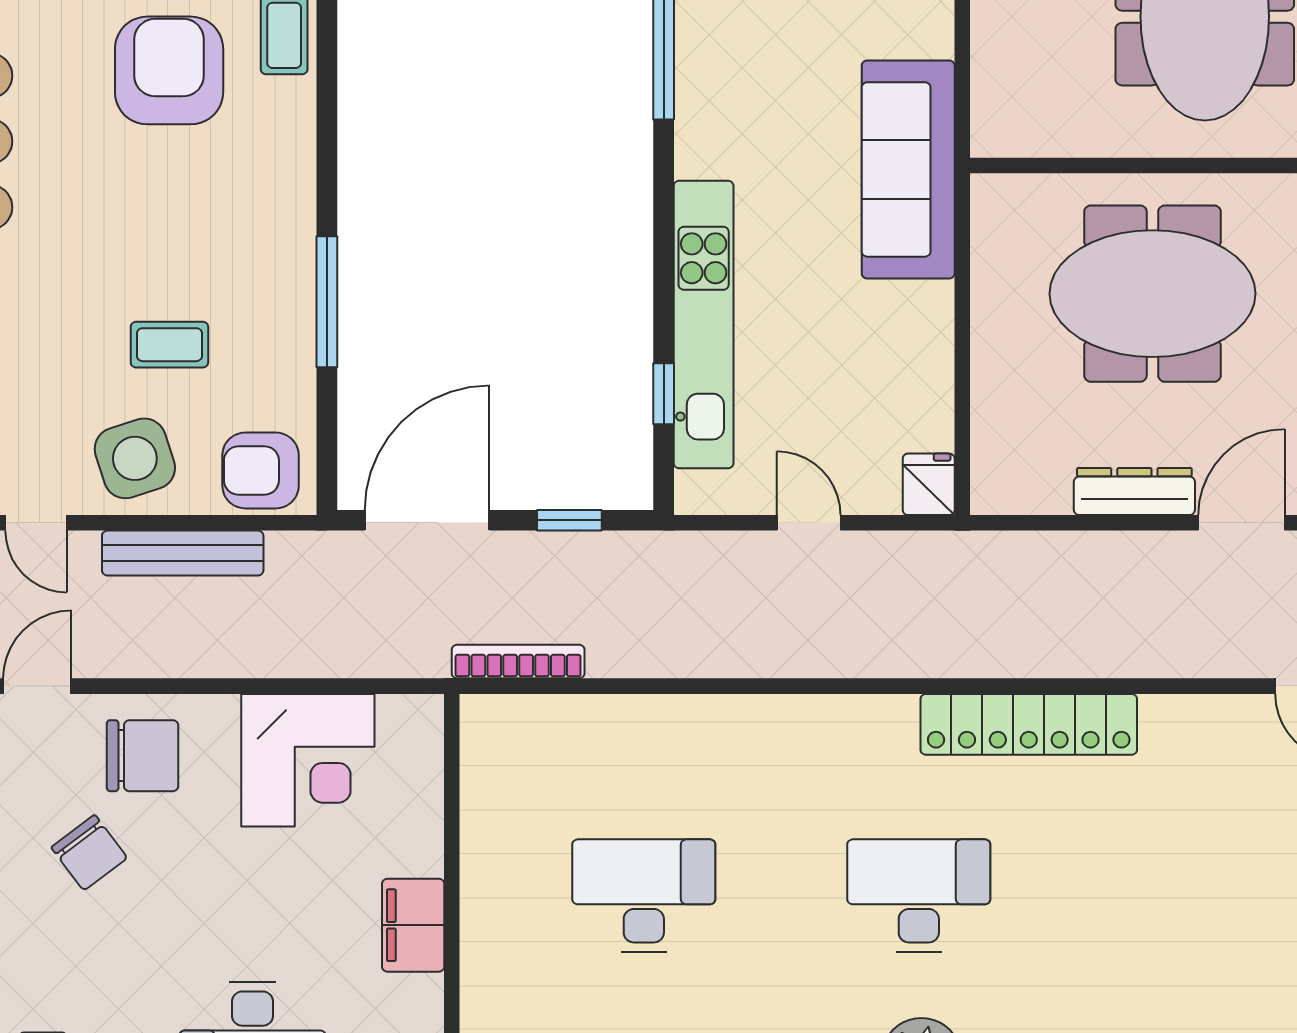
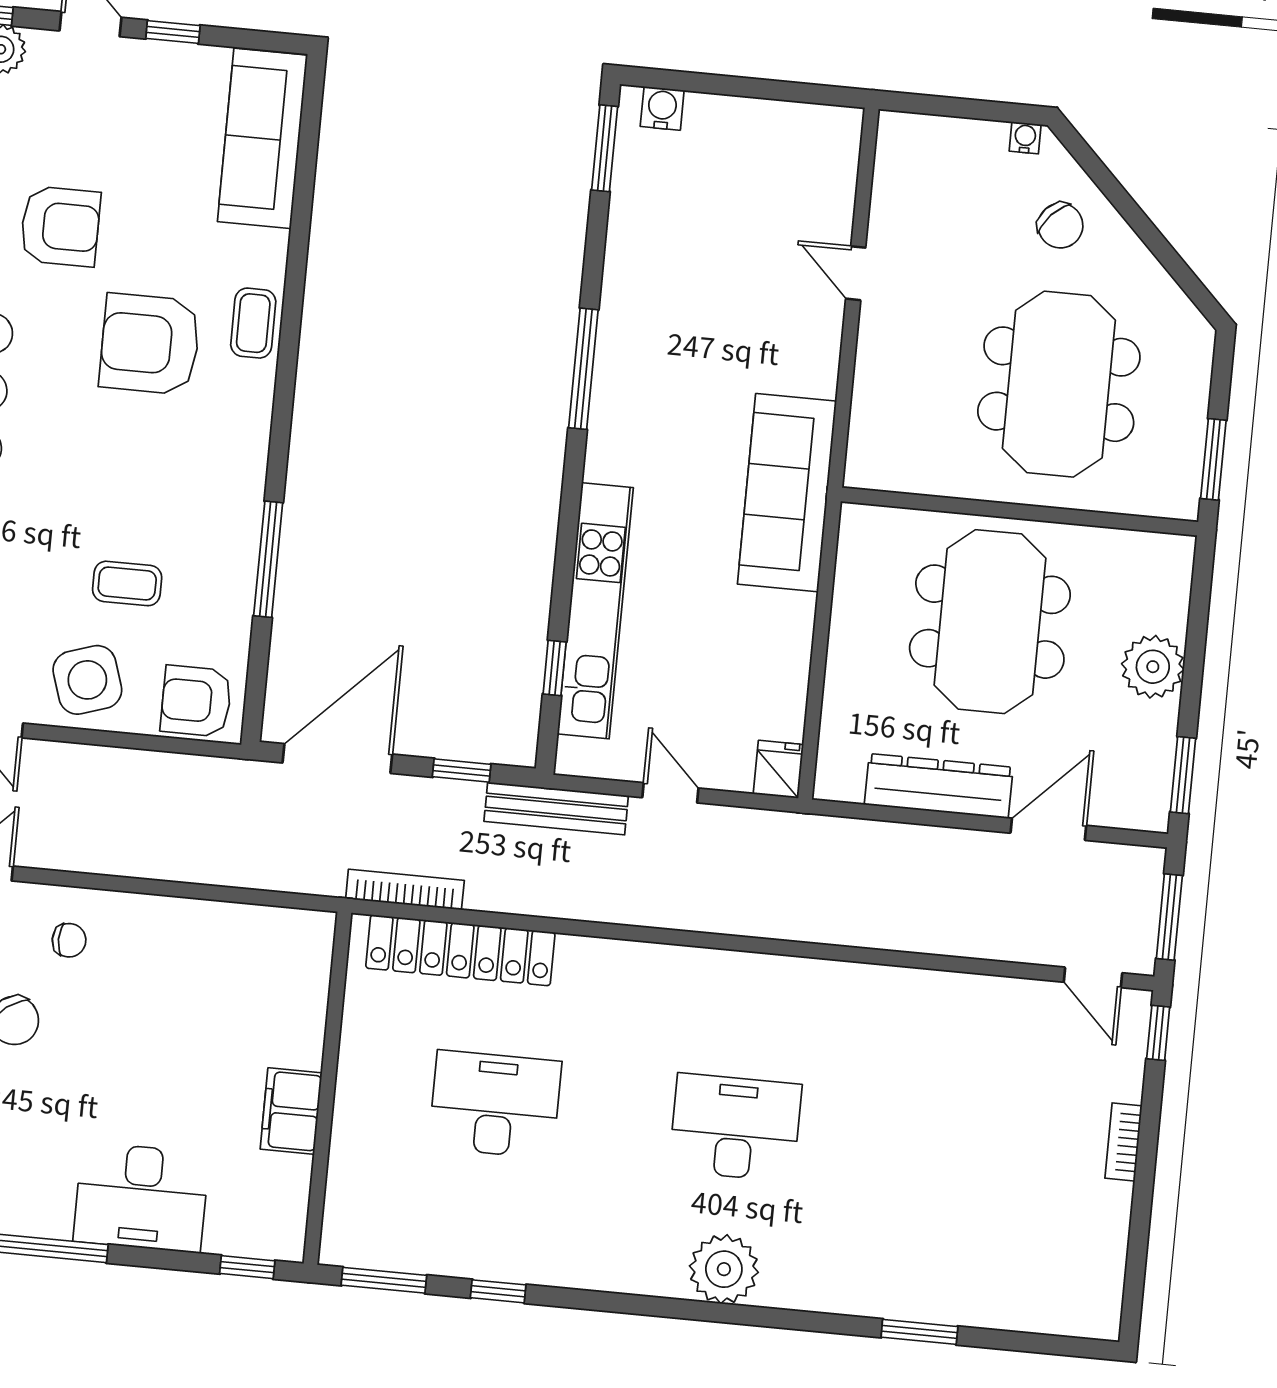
armchair: (169, 70) -> (150, 344), turned -90
meeting table: (1152, 294) -> (990, 622), turned 90
dresser: (1134, 492) -> (939, 786), width x1.37, depth x1.24
bench: (183, 553) -> (556, 808), moved
locker: (1029, 724) -> (460, 950), moved
chair: (143, 756) -> (69, 940), width x0.54, depth x0.54
corner desk: (308, 760) -> (213, 958), removed

